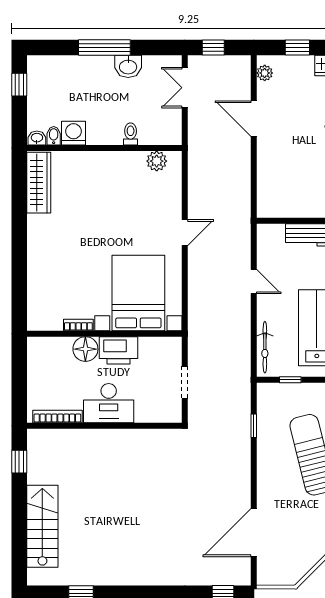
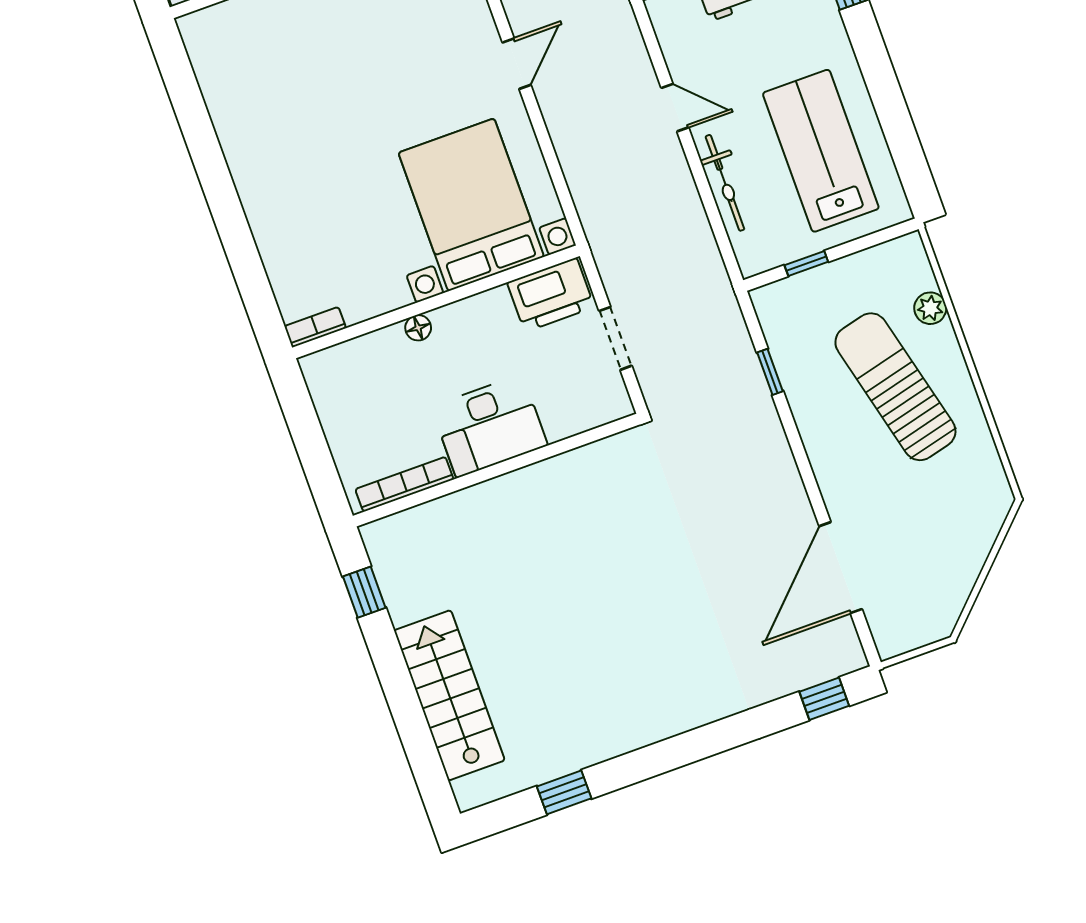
wardrobe: (39, 183) -> (216, 68), removed
bookcase: (78, 325) -> (315, 327), moved
bicycle: (265, 347) -> (725, 183), moved
floor lamp: (85, 349) -> (418, 328), width x0.53, depth x0.53
printer: (118, 350) -> (551, 295), moved

